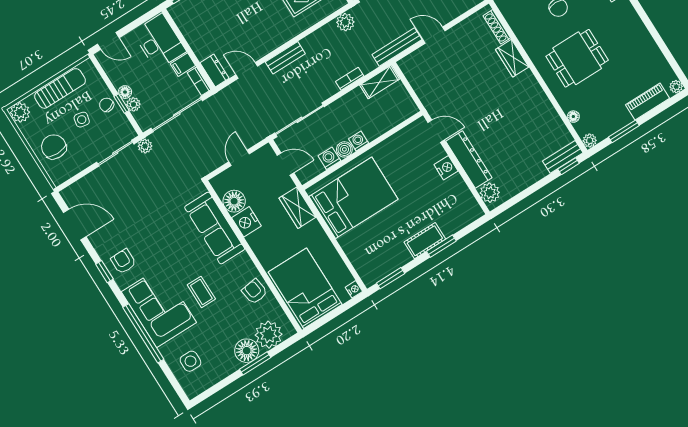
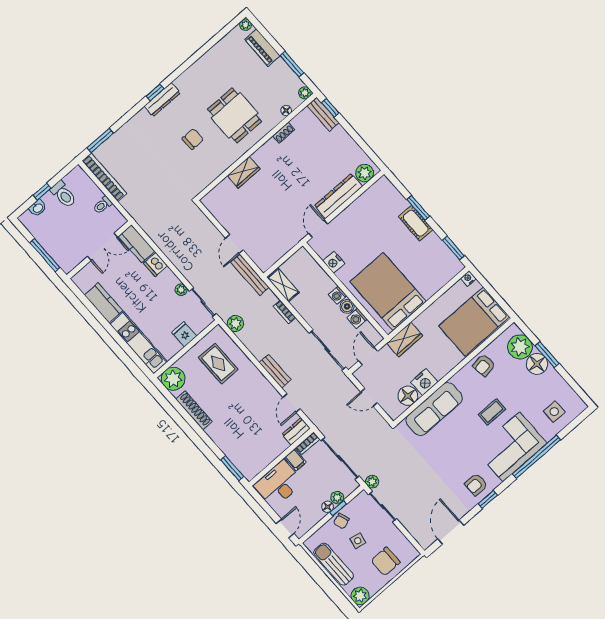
shoe rack: (497, 27) -> (284, 133), moved, width x0.70
nightstand: (446, 168) -> (334, 262), moved, turned -90

